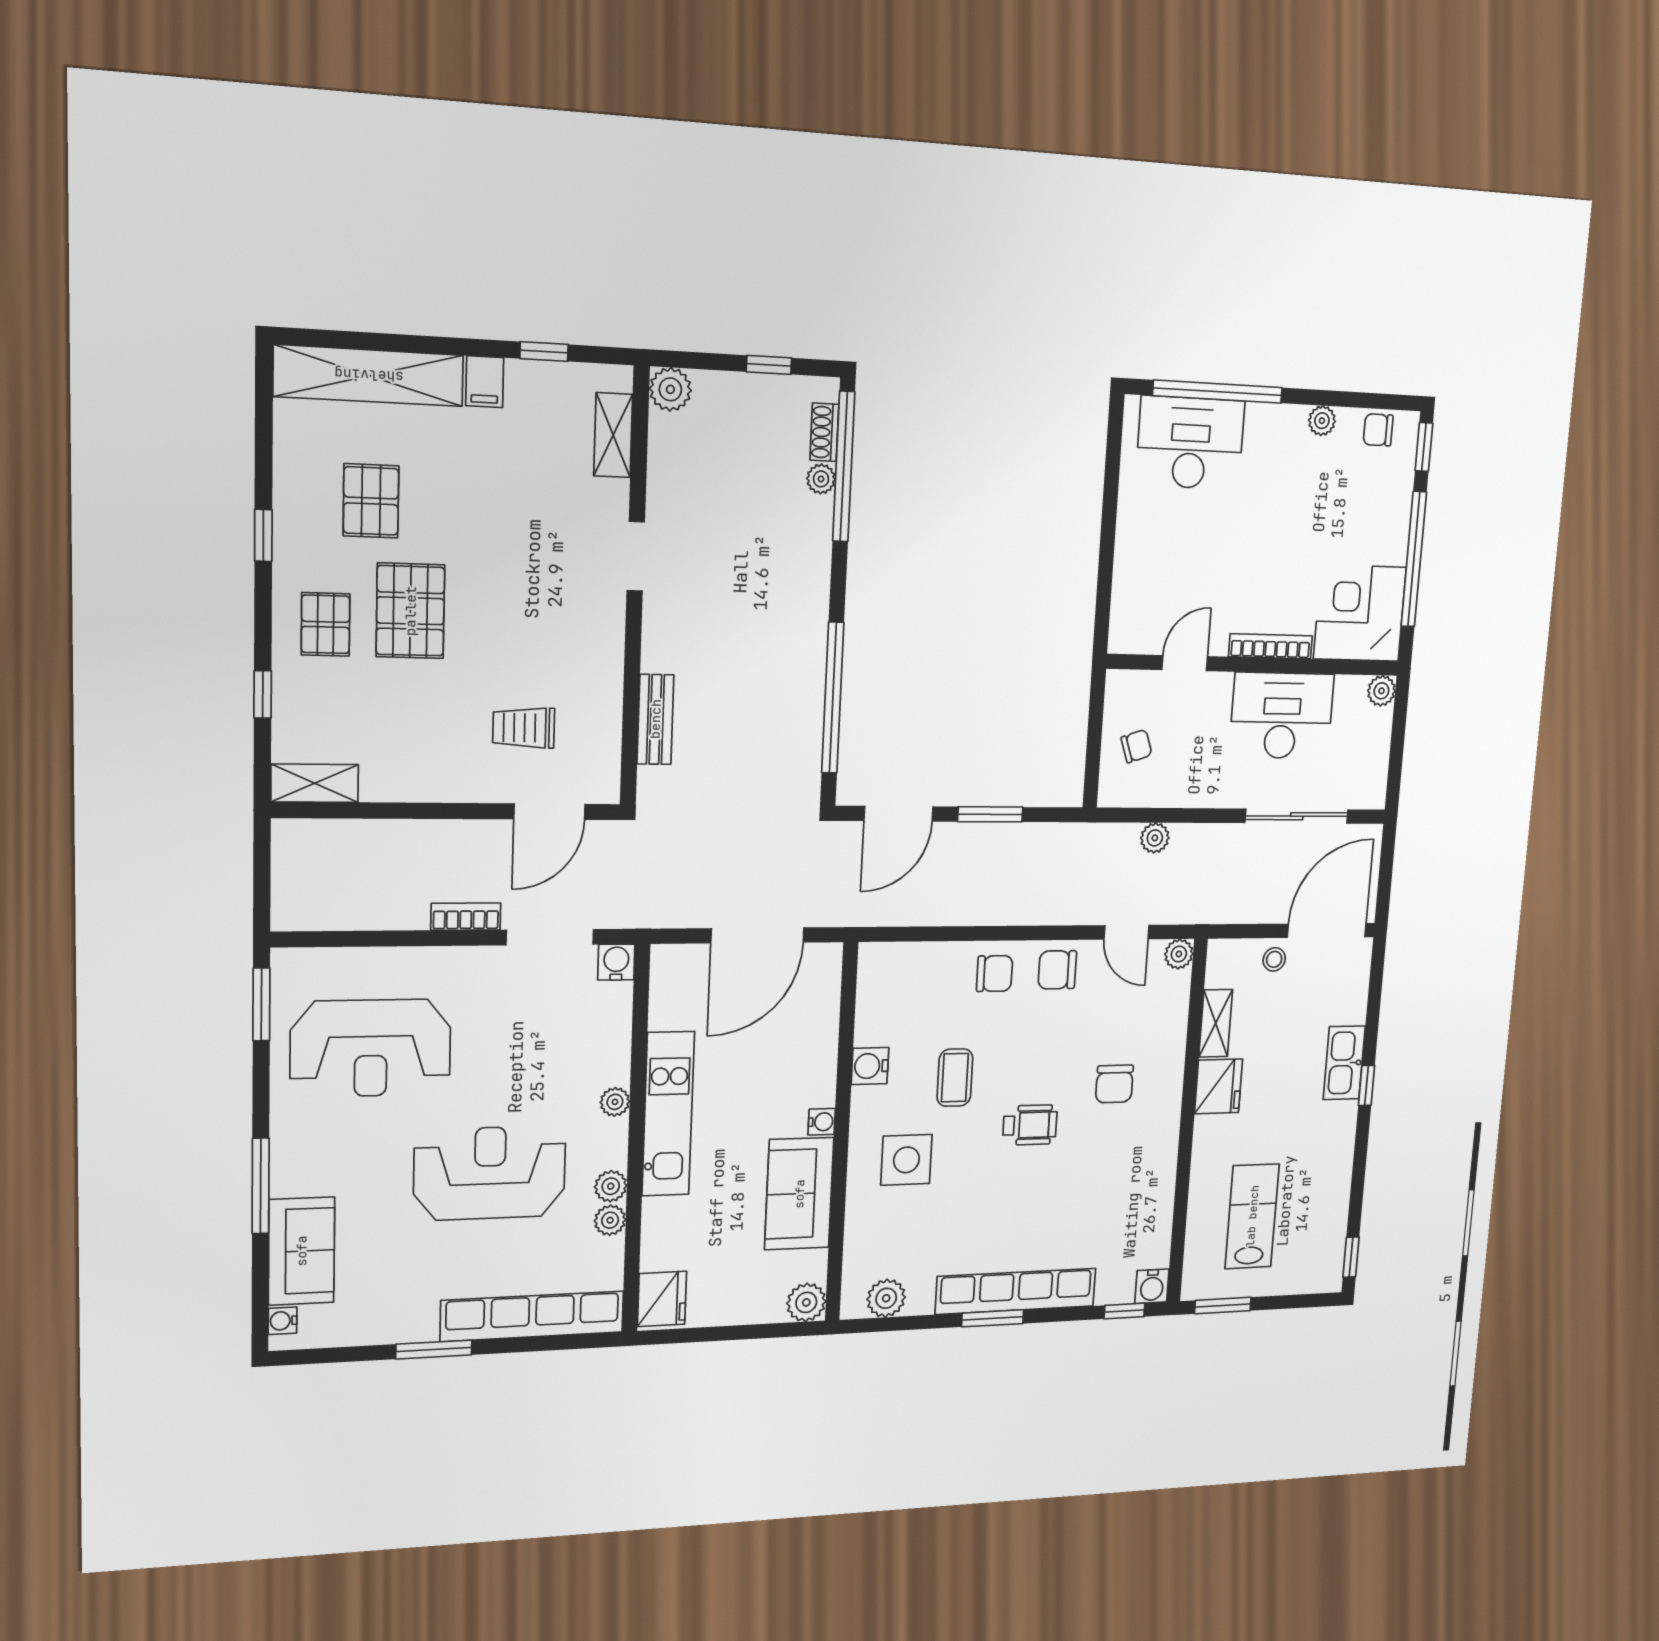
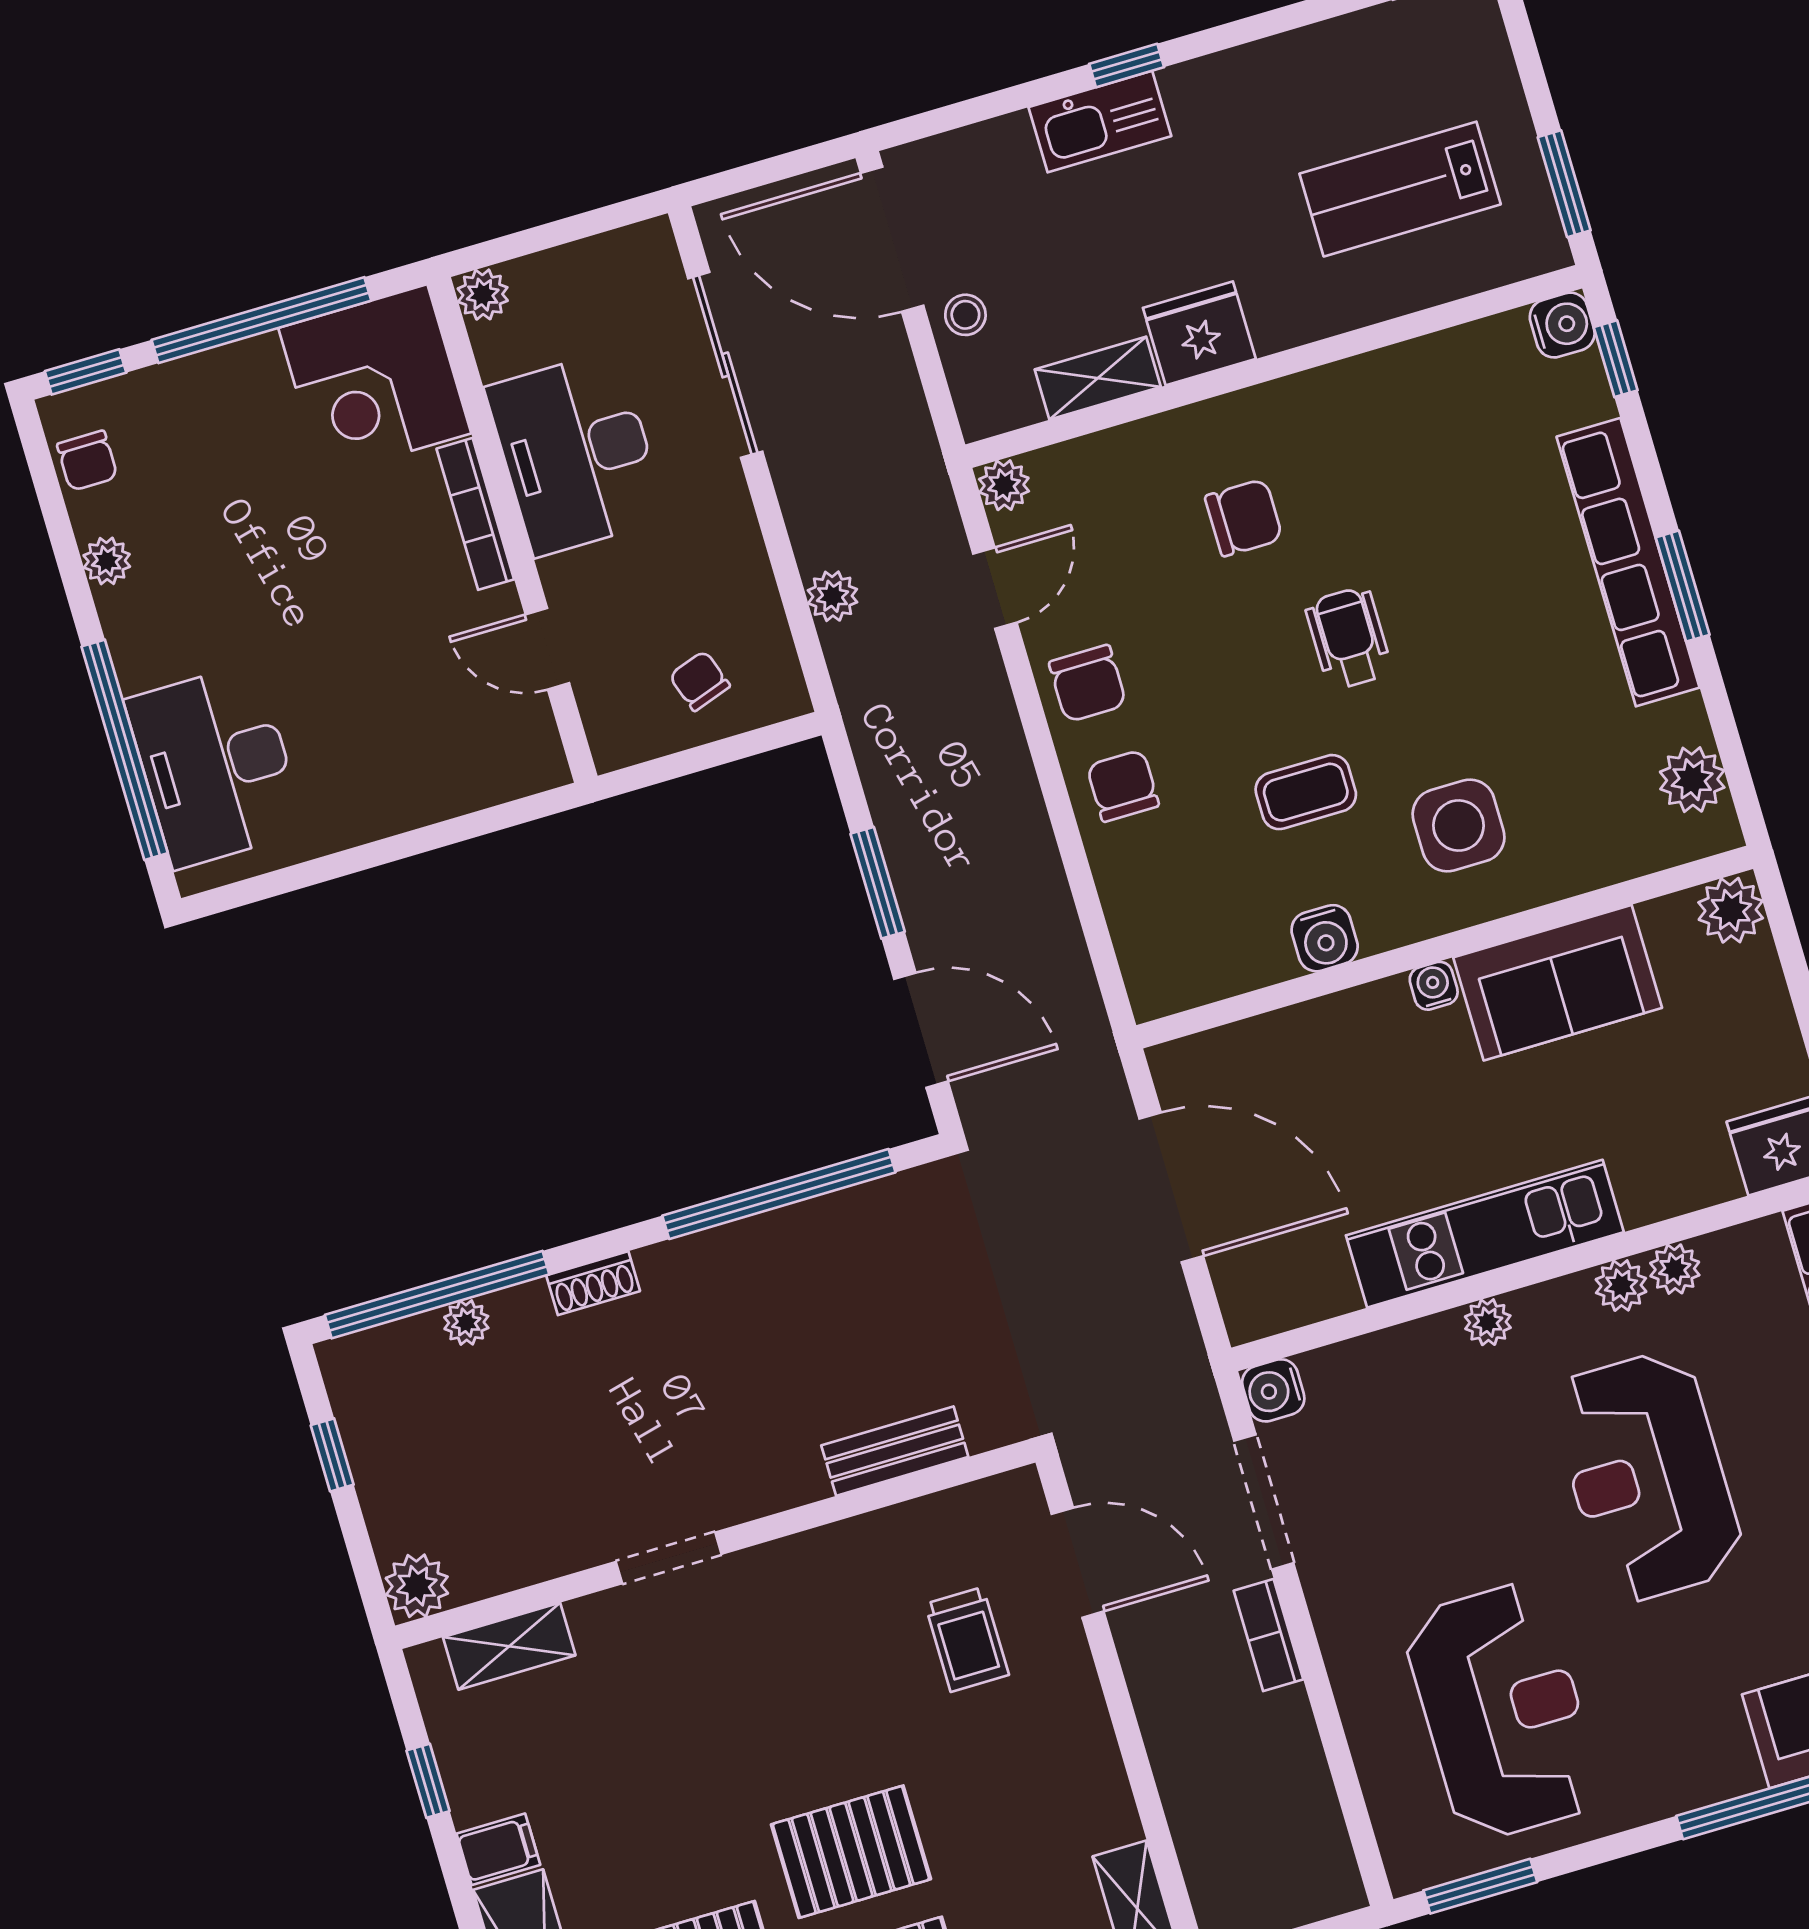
shoe rack: (824, 432) -> (593, 1283), moved

